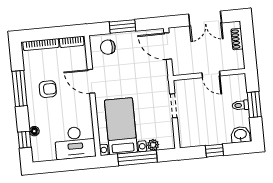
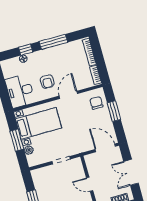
door: (168, 46) -> (105, 148), hinge flipped
door: (211, 74) -> (90, 184), hinge flipped
armchair: (48, 89) -> (47, 82), moved
window: (24, 140) -> (26, 50), moved
window: (137, 158) -> (17, 140), width x0.69

